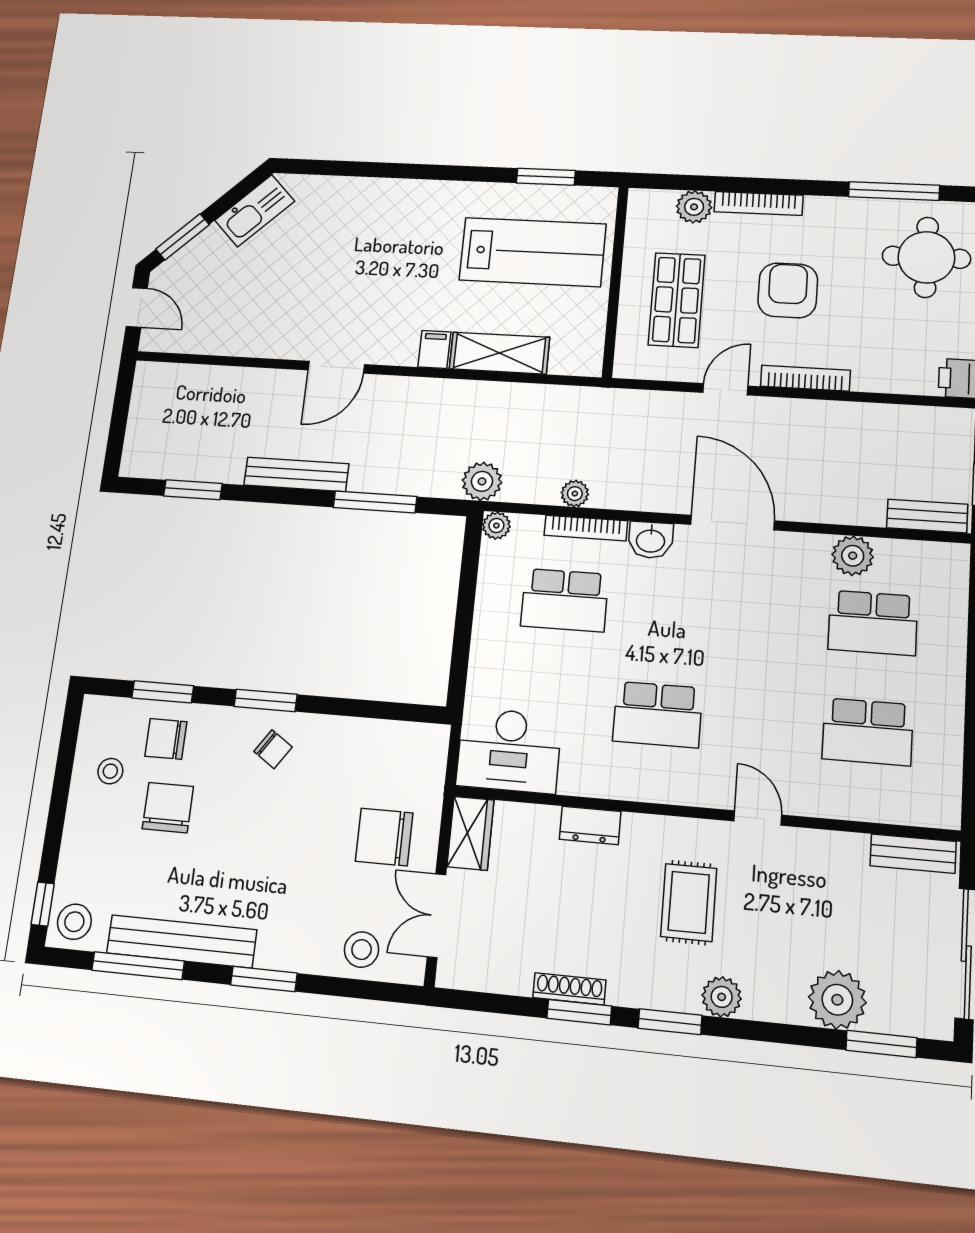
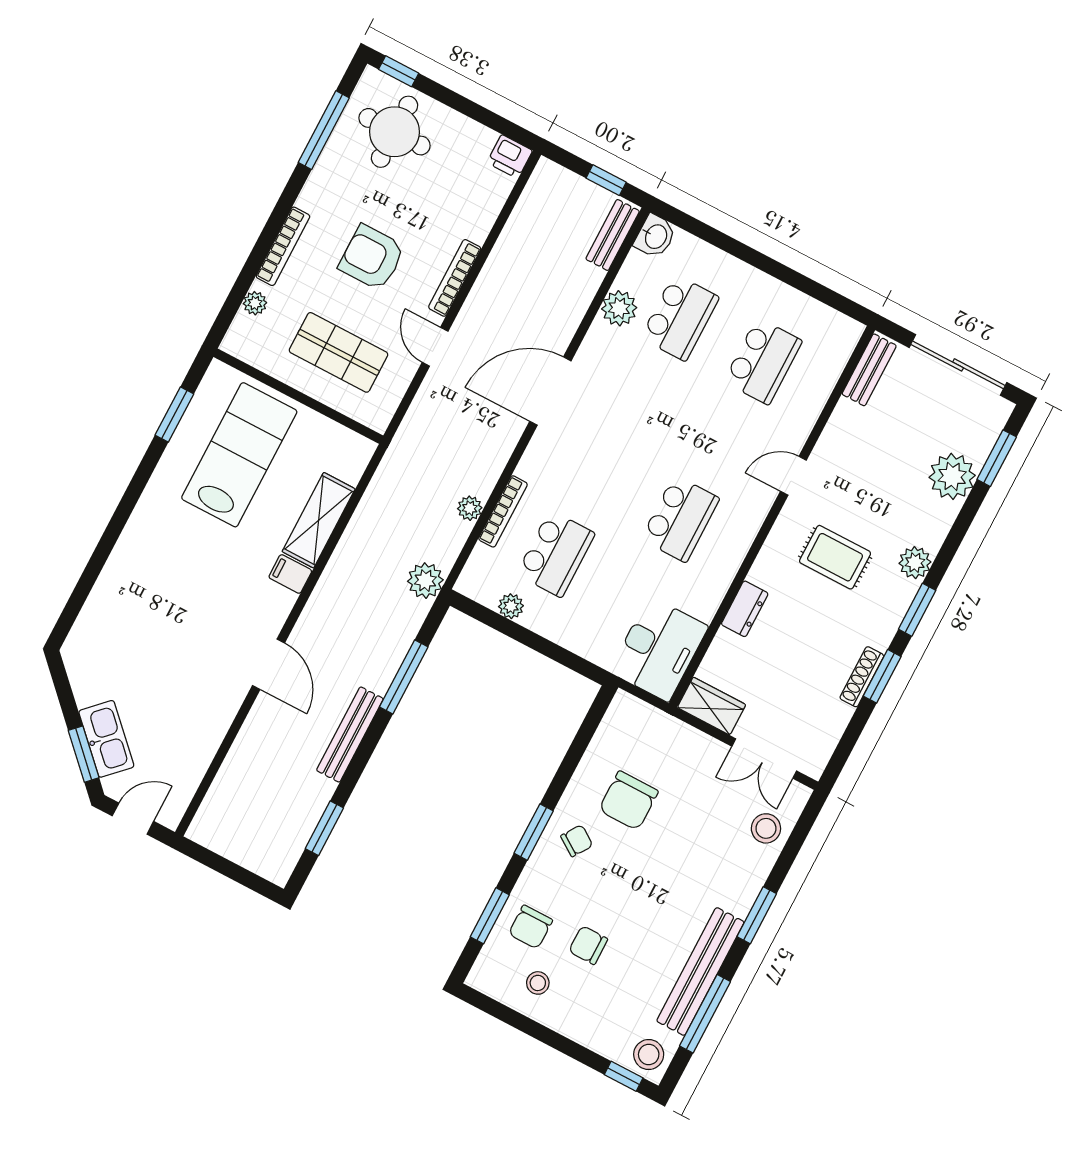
plant: (694, 207) -> (255, 303), width x0.73, depth x0.73
kitchen sink: (255, 211) -> (106, 739), moved
plant: (496, 526) -> (511, 606), moved
washbasin: (651, 540) -> (655, 236), moved
chair: (168, 808) -> (588, 945), width x0.73, depth x0.73
chair: (384, 837) -> (629, 801), moved

